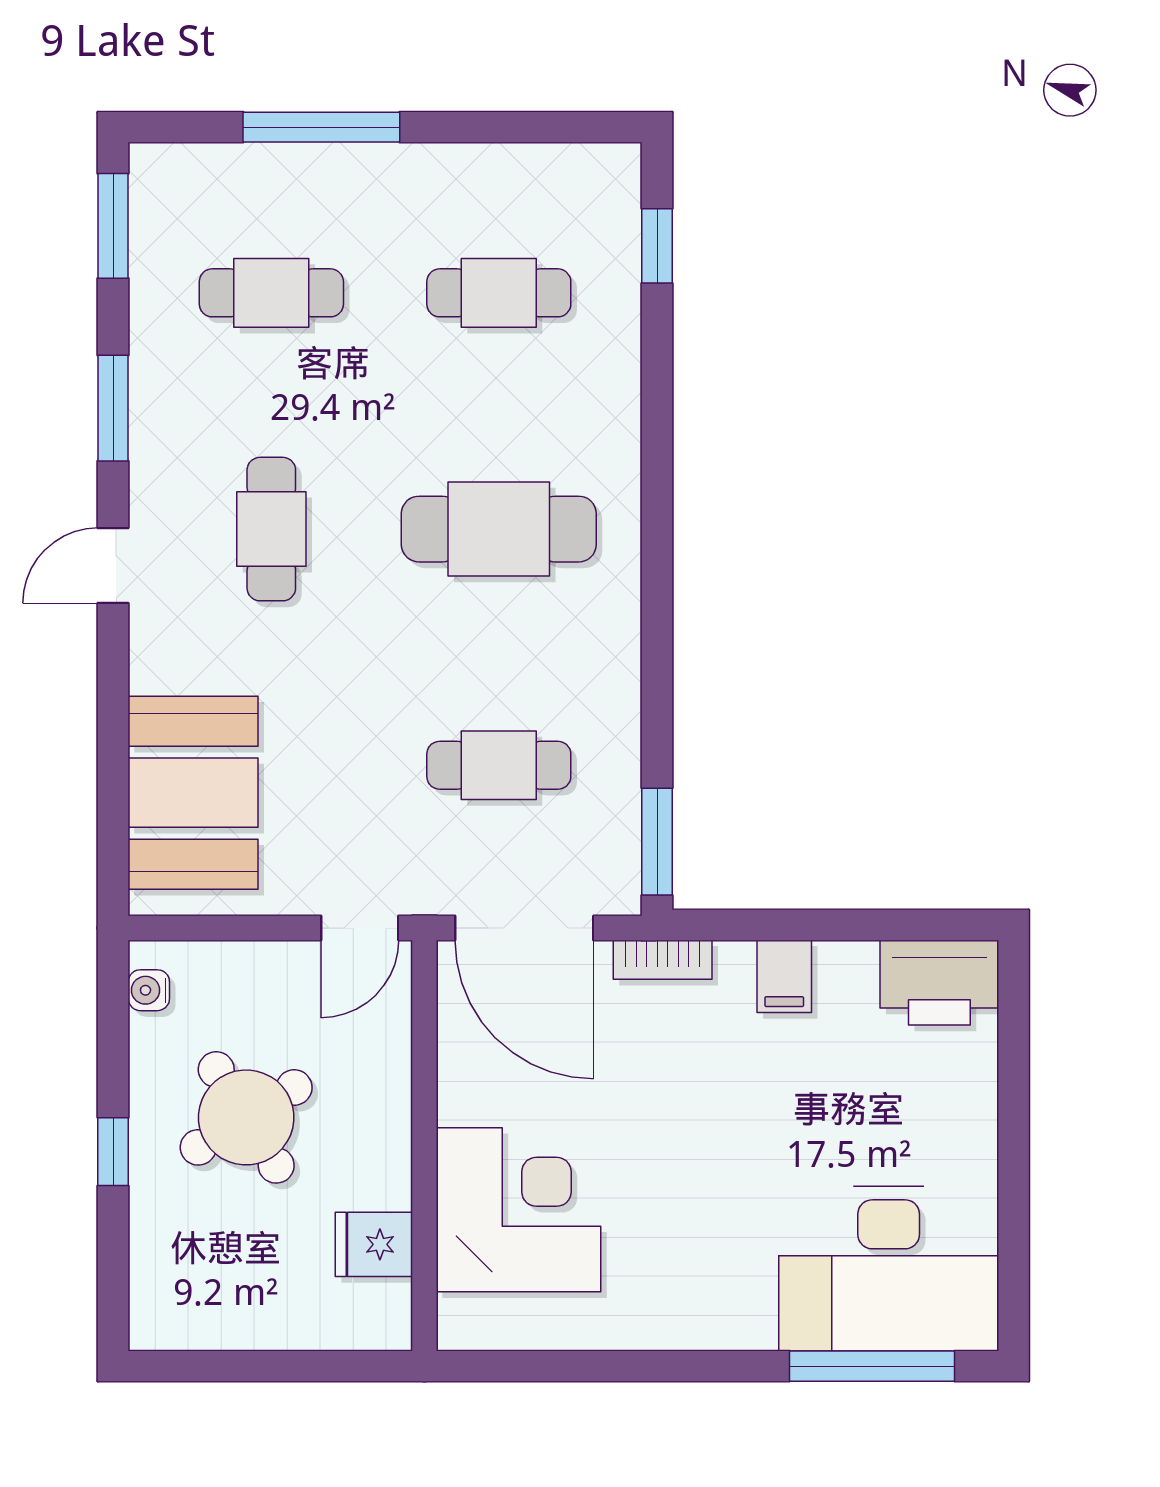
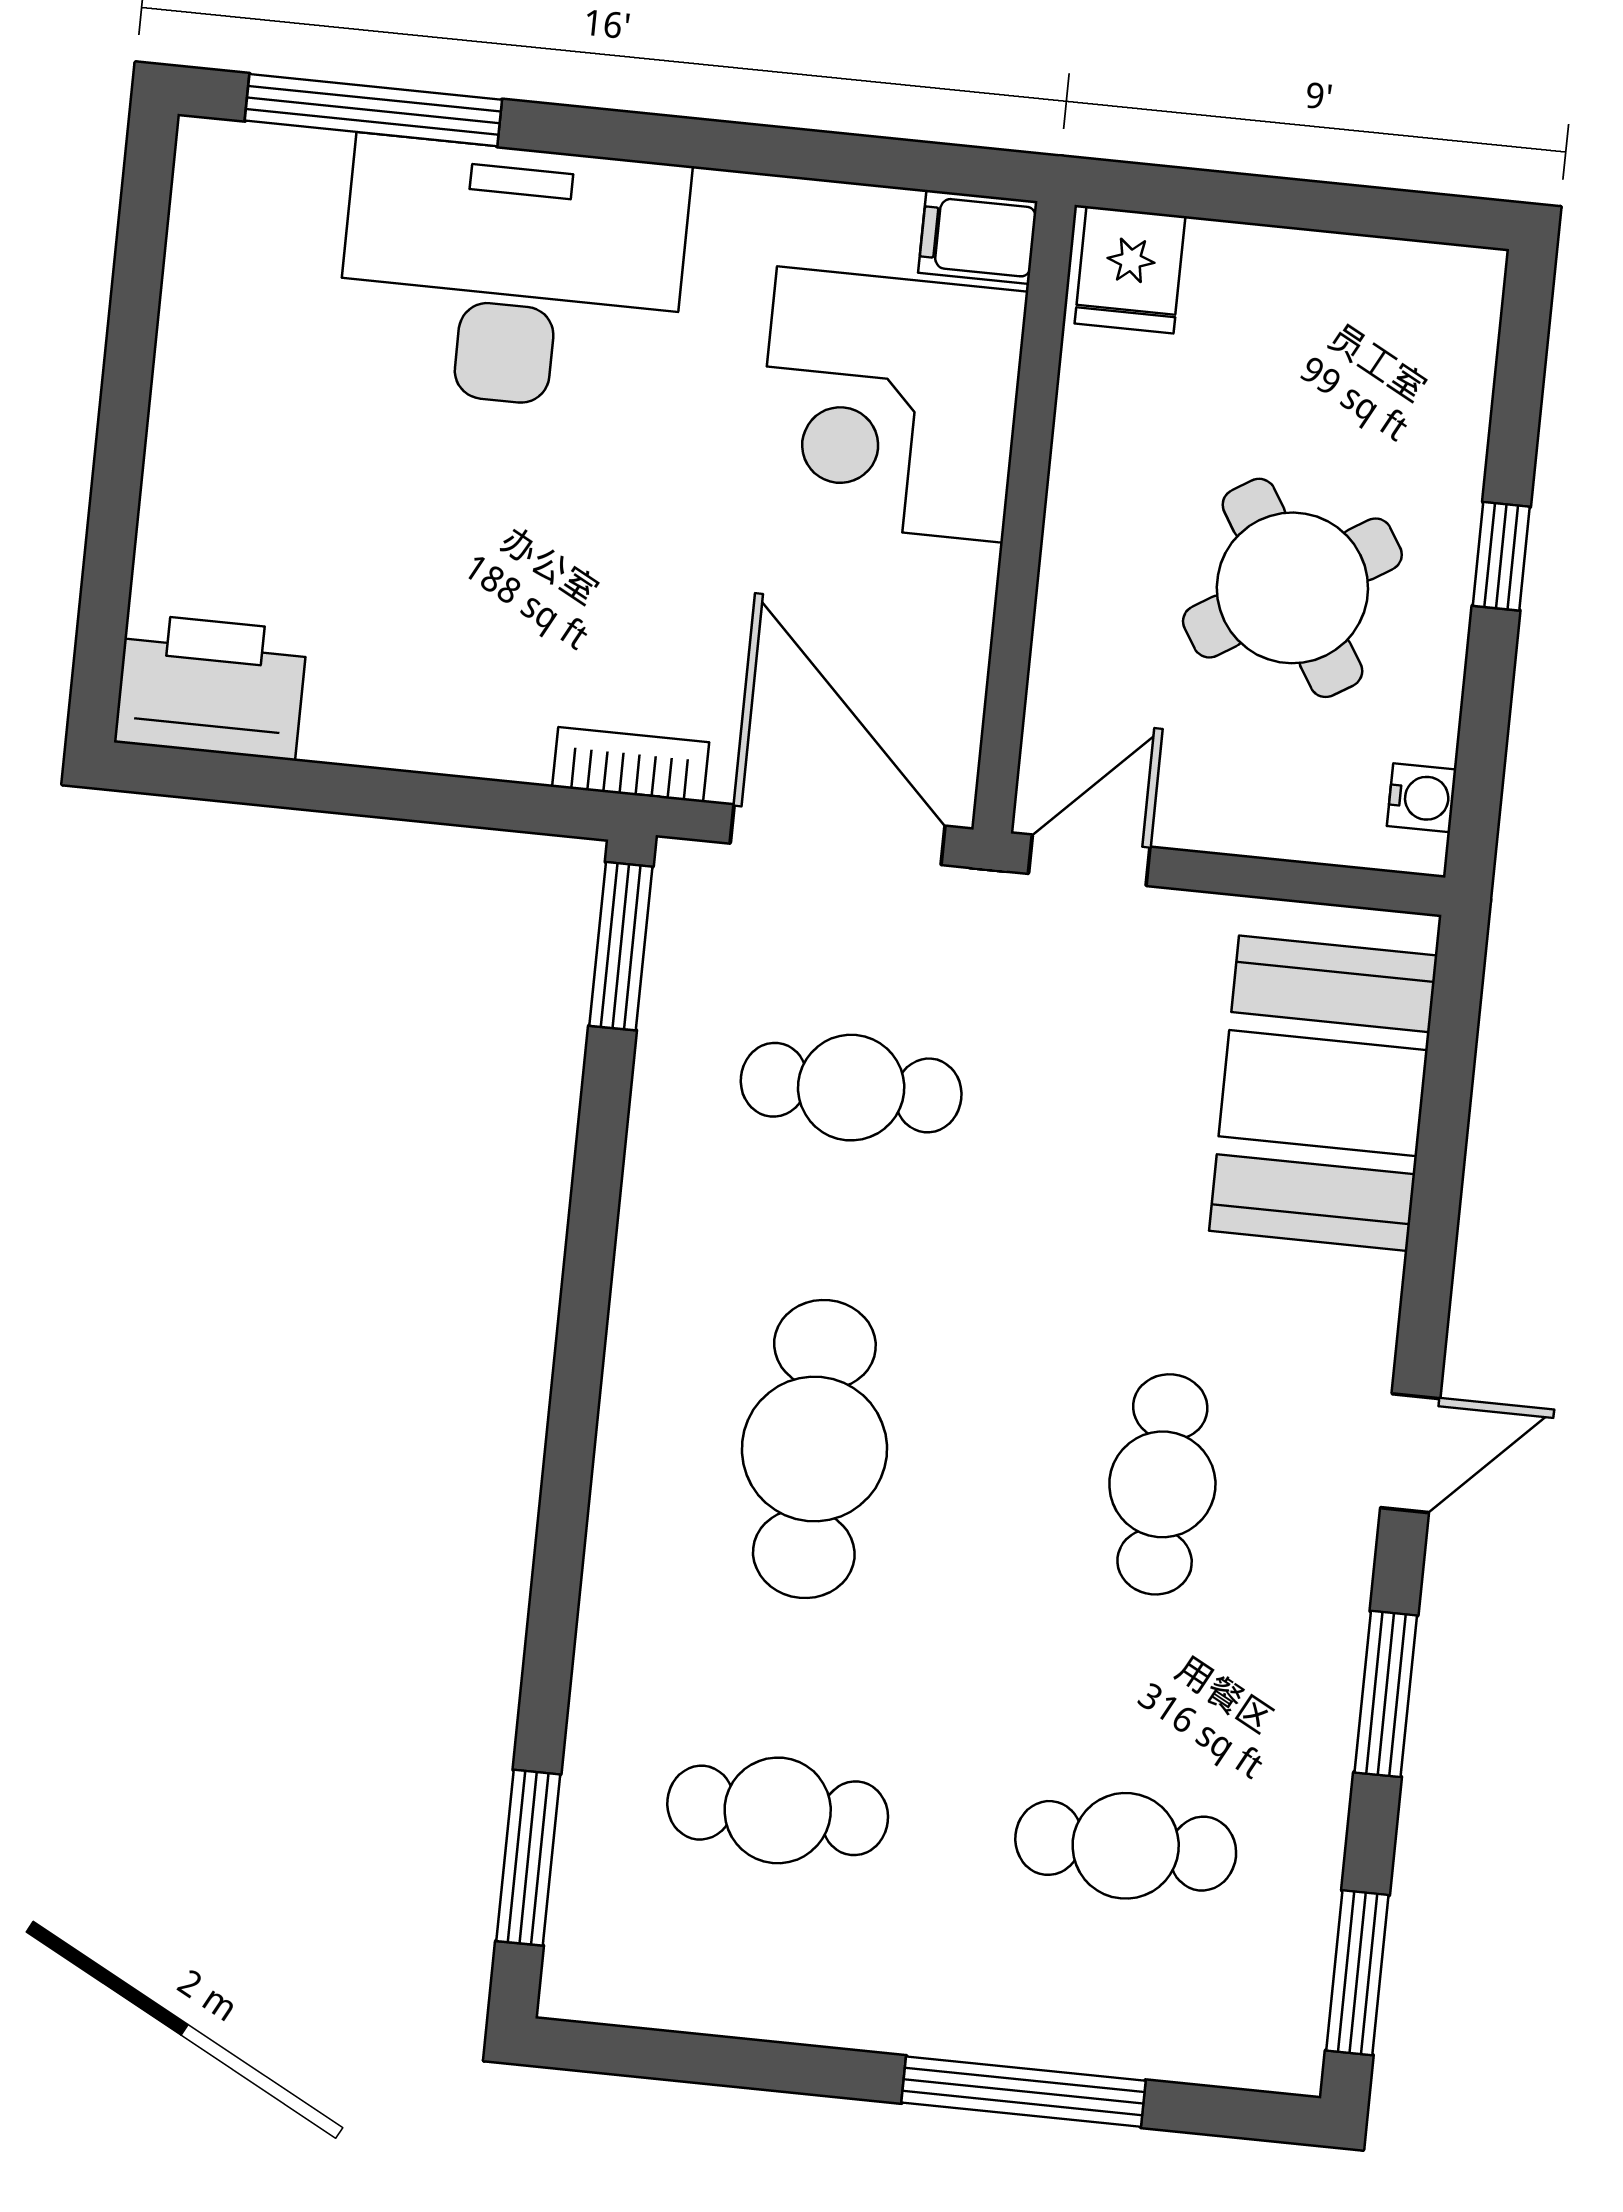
window: (657, 246) -> (528, 1858), width x1.50
cafe table: (499, 529) -> (814, 1449), turned 90
filing cabinet: (784, 976) -> (978, 237), moved, turned -90
fridge: (374, 1244) -> (1130, 270), moved, turned 90
desk: (889, 1269) -> (512, 275), moved

